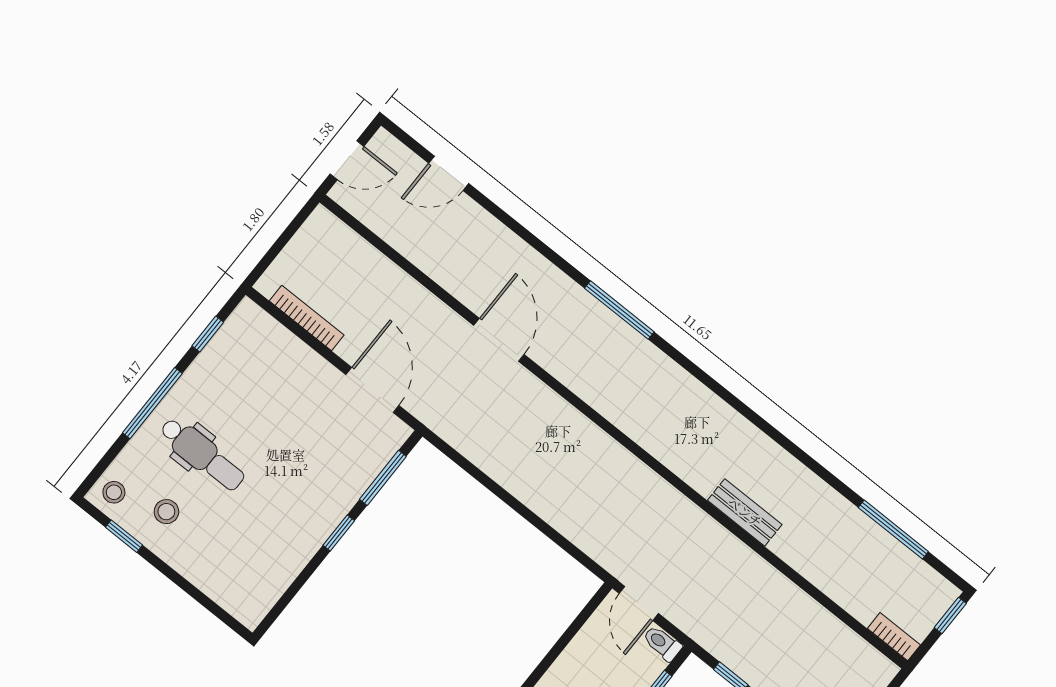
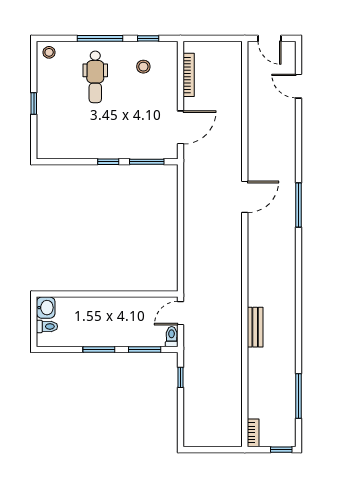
door: (499, 340) -> (245, 197), moved
stool: (166, 512) -> (143, 67), moved
window: (124, 536) -> (34, 104), moved

